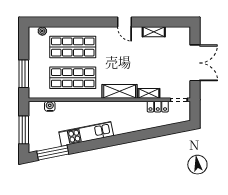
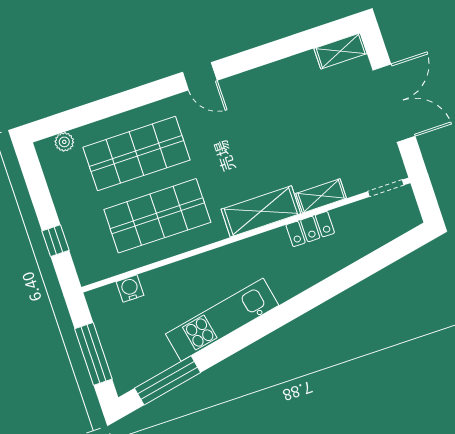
door: (125, 22) -> (200, 76), moved
shelving: (154, 32) -> (341, 51), moved
window: (24, 74) -> (55, 241), width x0.46
locker: (158, 107) -> (310, 229), moved

